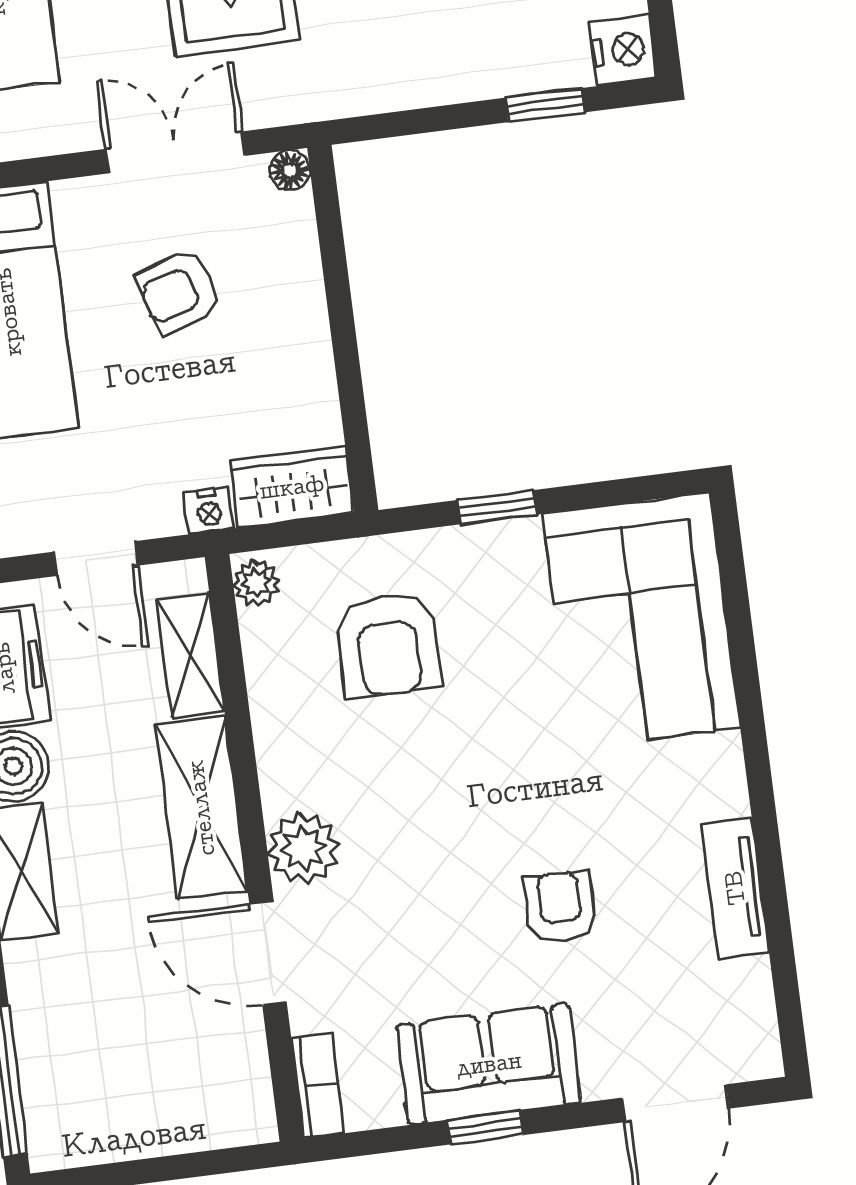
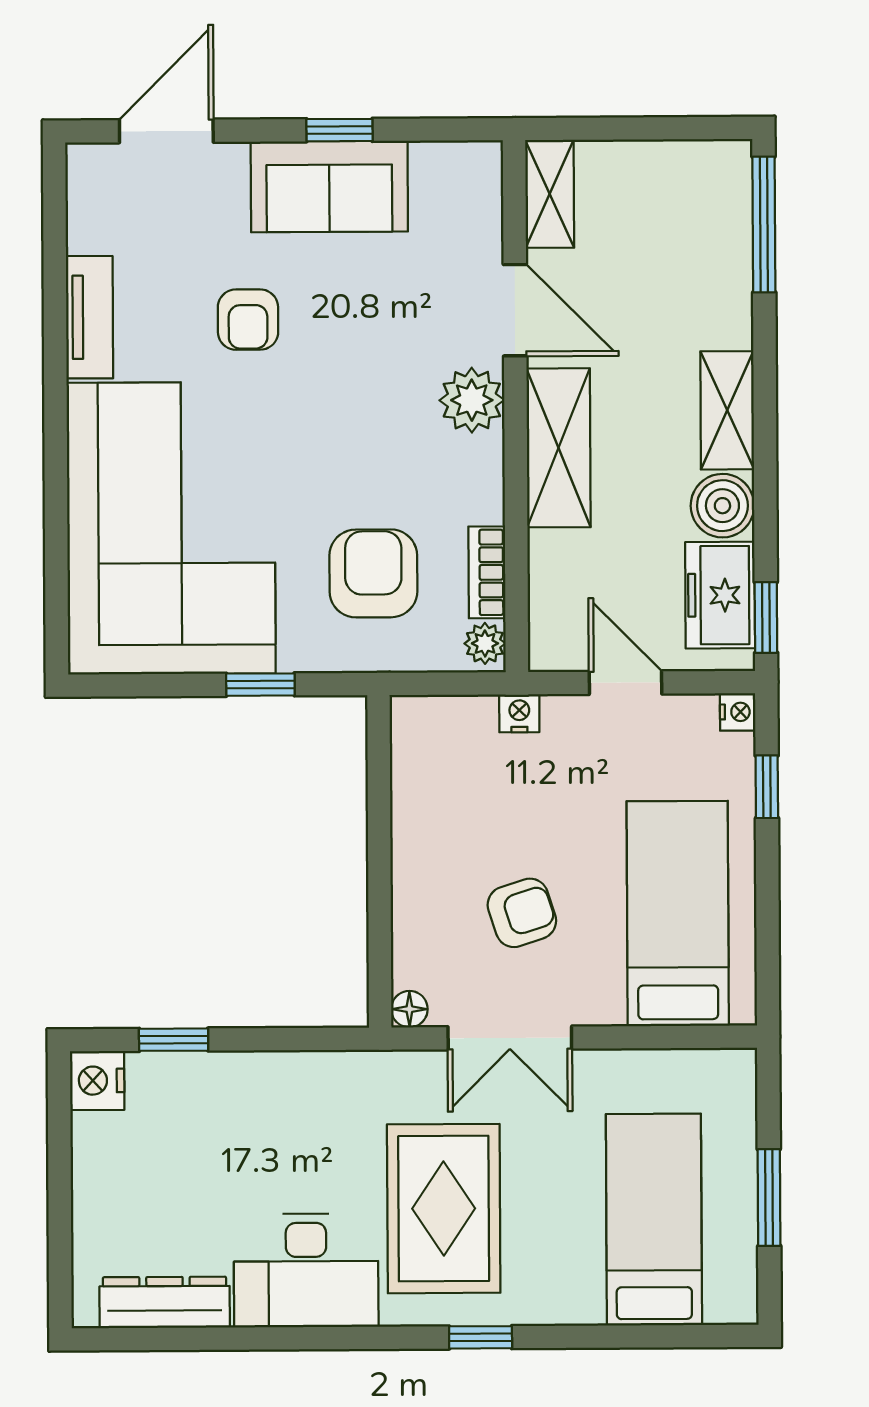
wardrobe: (292, 487) -> (442, 725), removed
corner sofa: (641, 621) -> (171, 528), width x1.36, depth x1.36
shelving: (190, 655) -> (550, 194), moved
bookcase: (318, 1085) -> (487, 572), moved

